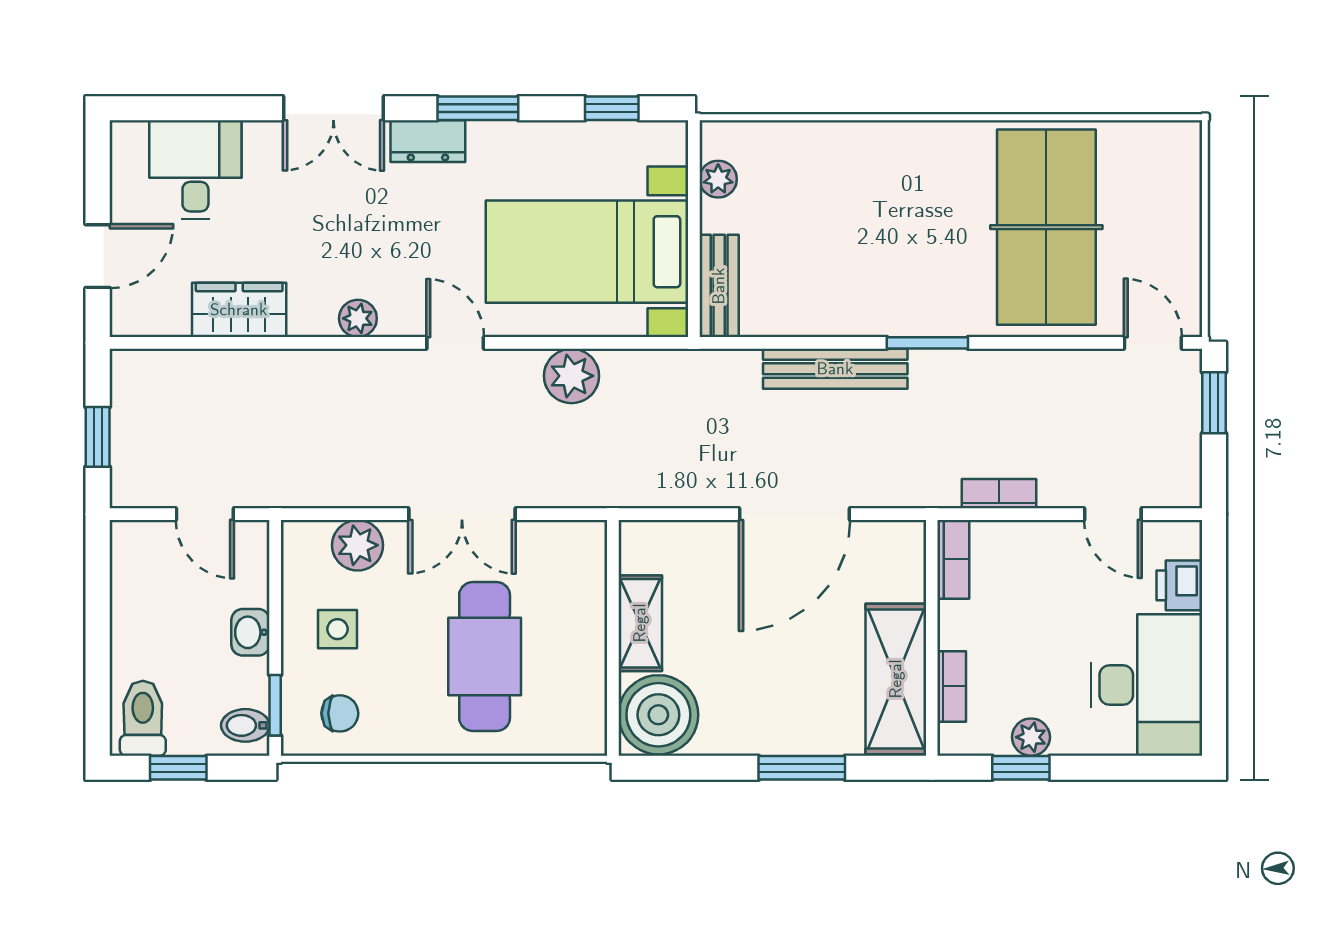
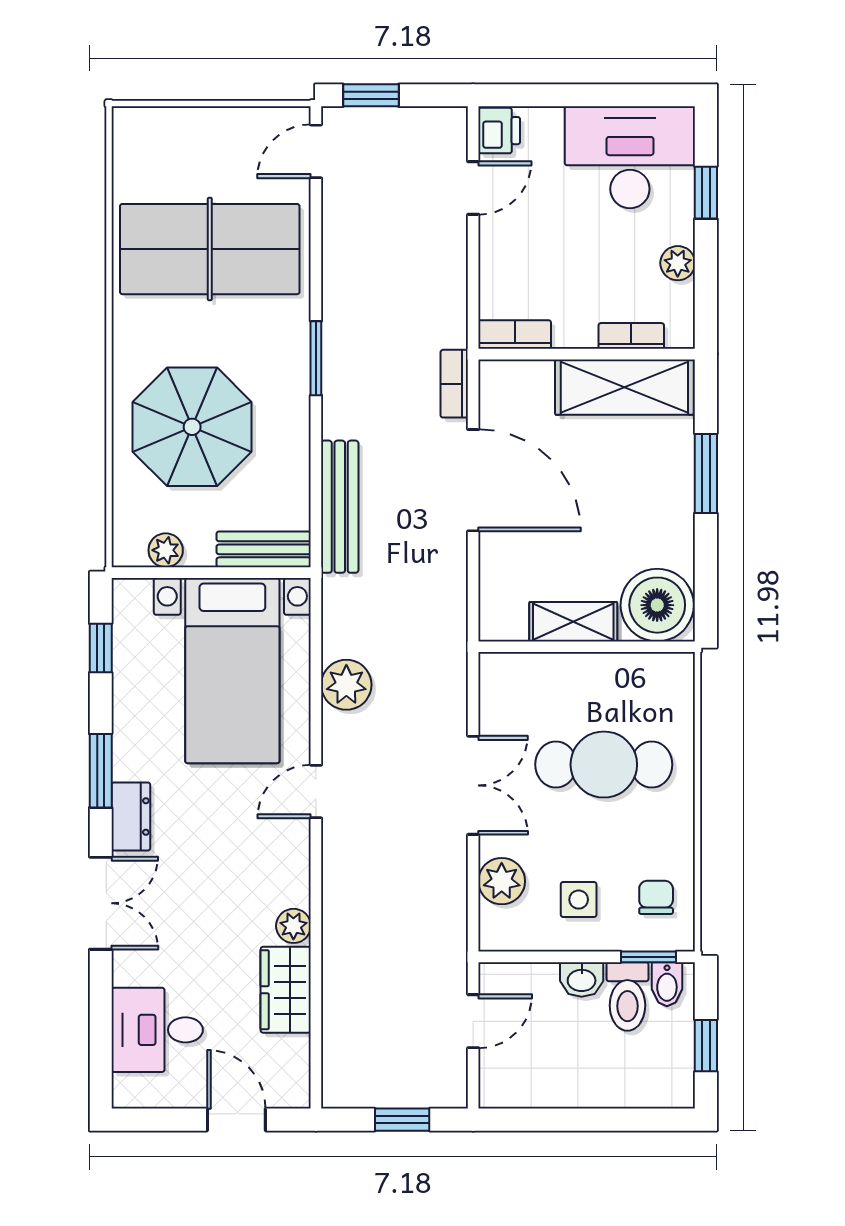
parasol: (853, 208) -> (192, 427), added
plant: (358, 318) -> (293, 926), moved
bench: (835, 369) -> (340, 507), moved
bookcase: (999, 494) -> (454, 384), moved
printer: (1179, 585) -> (499, 131), moved, turned -90
toilet: (143, 718) -> (627, 997), moved, turned -90
window: (1021, 768) -> (706, 193), moved

